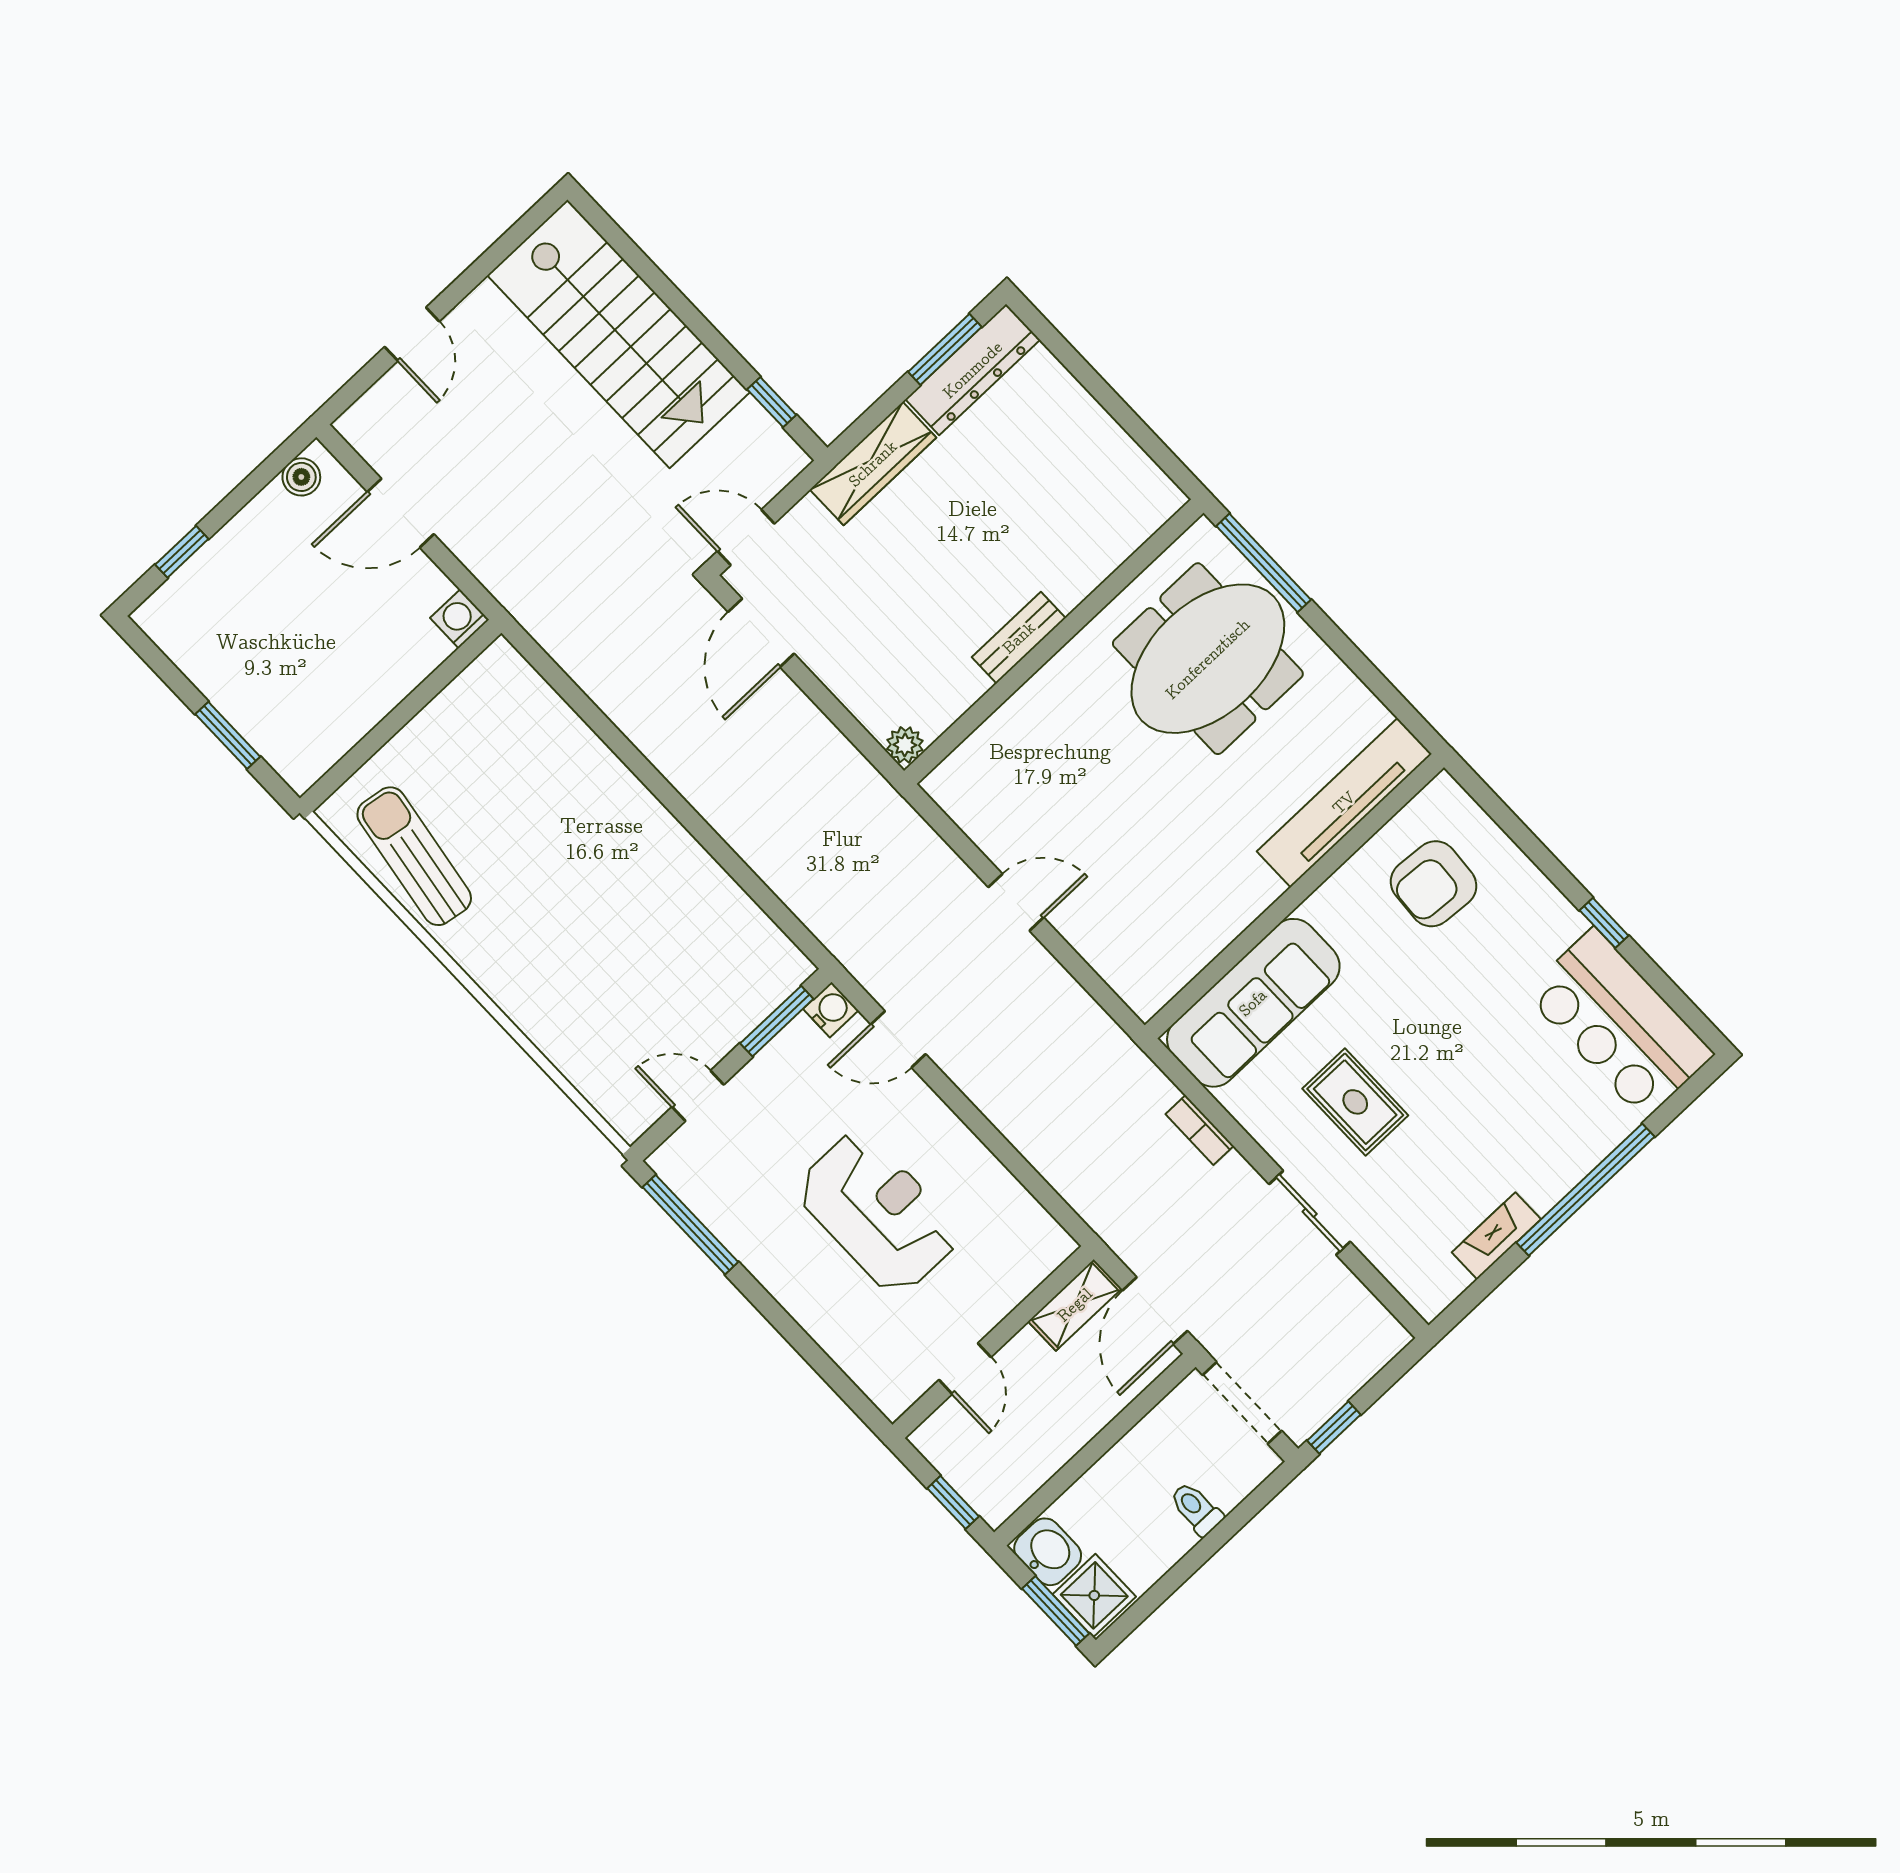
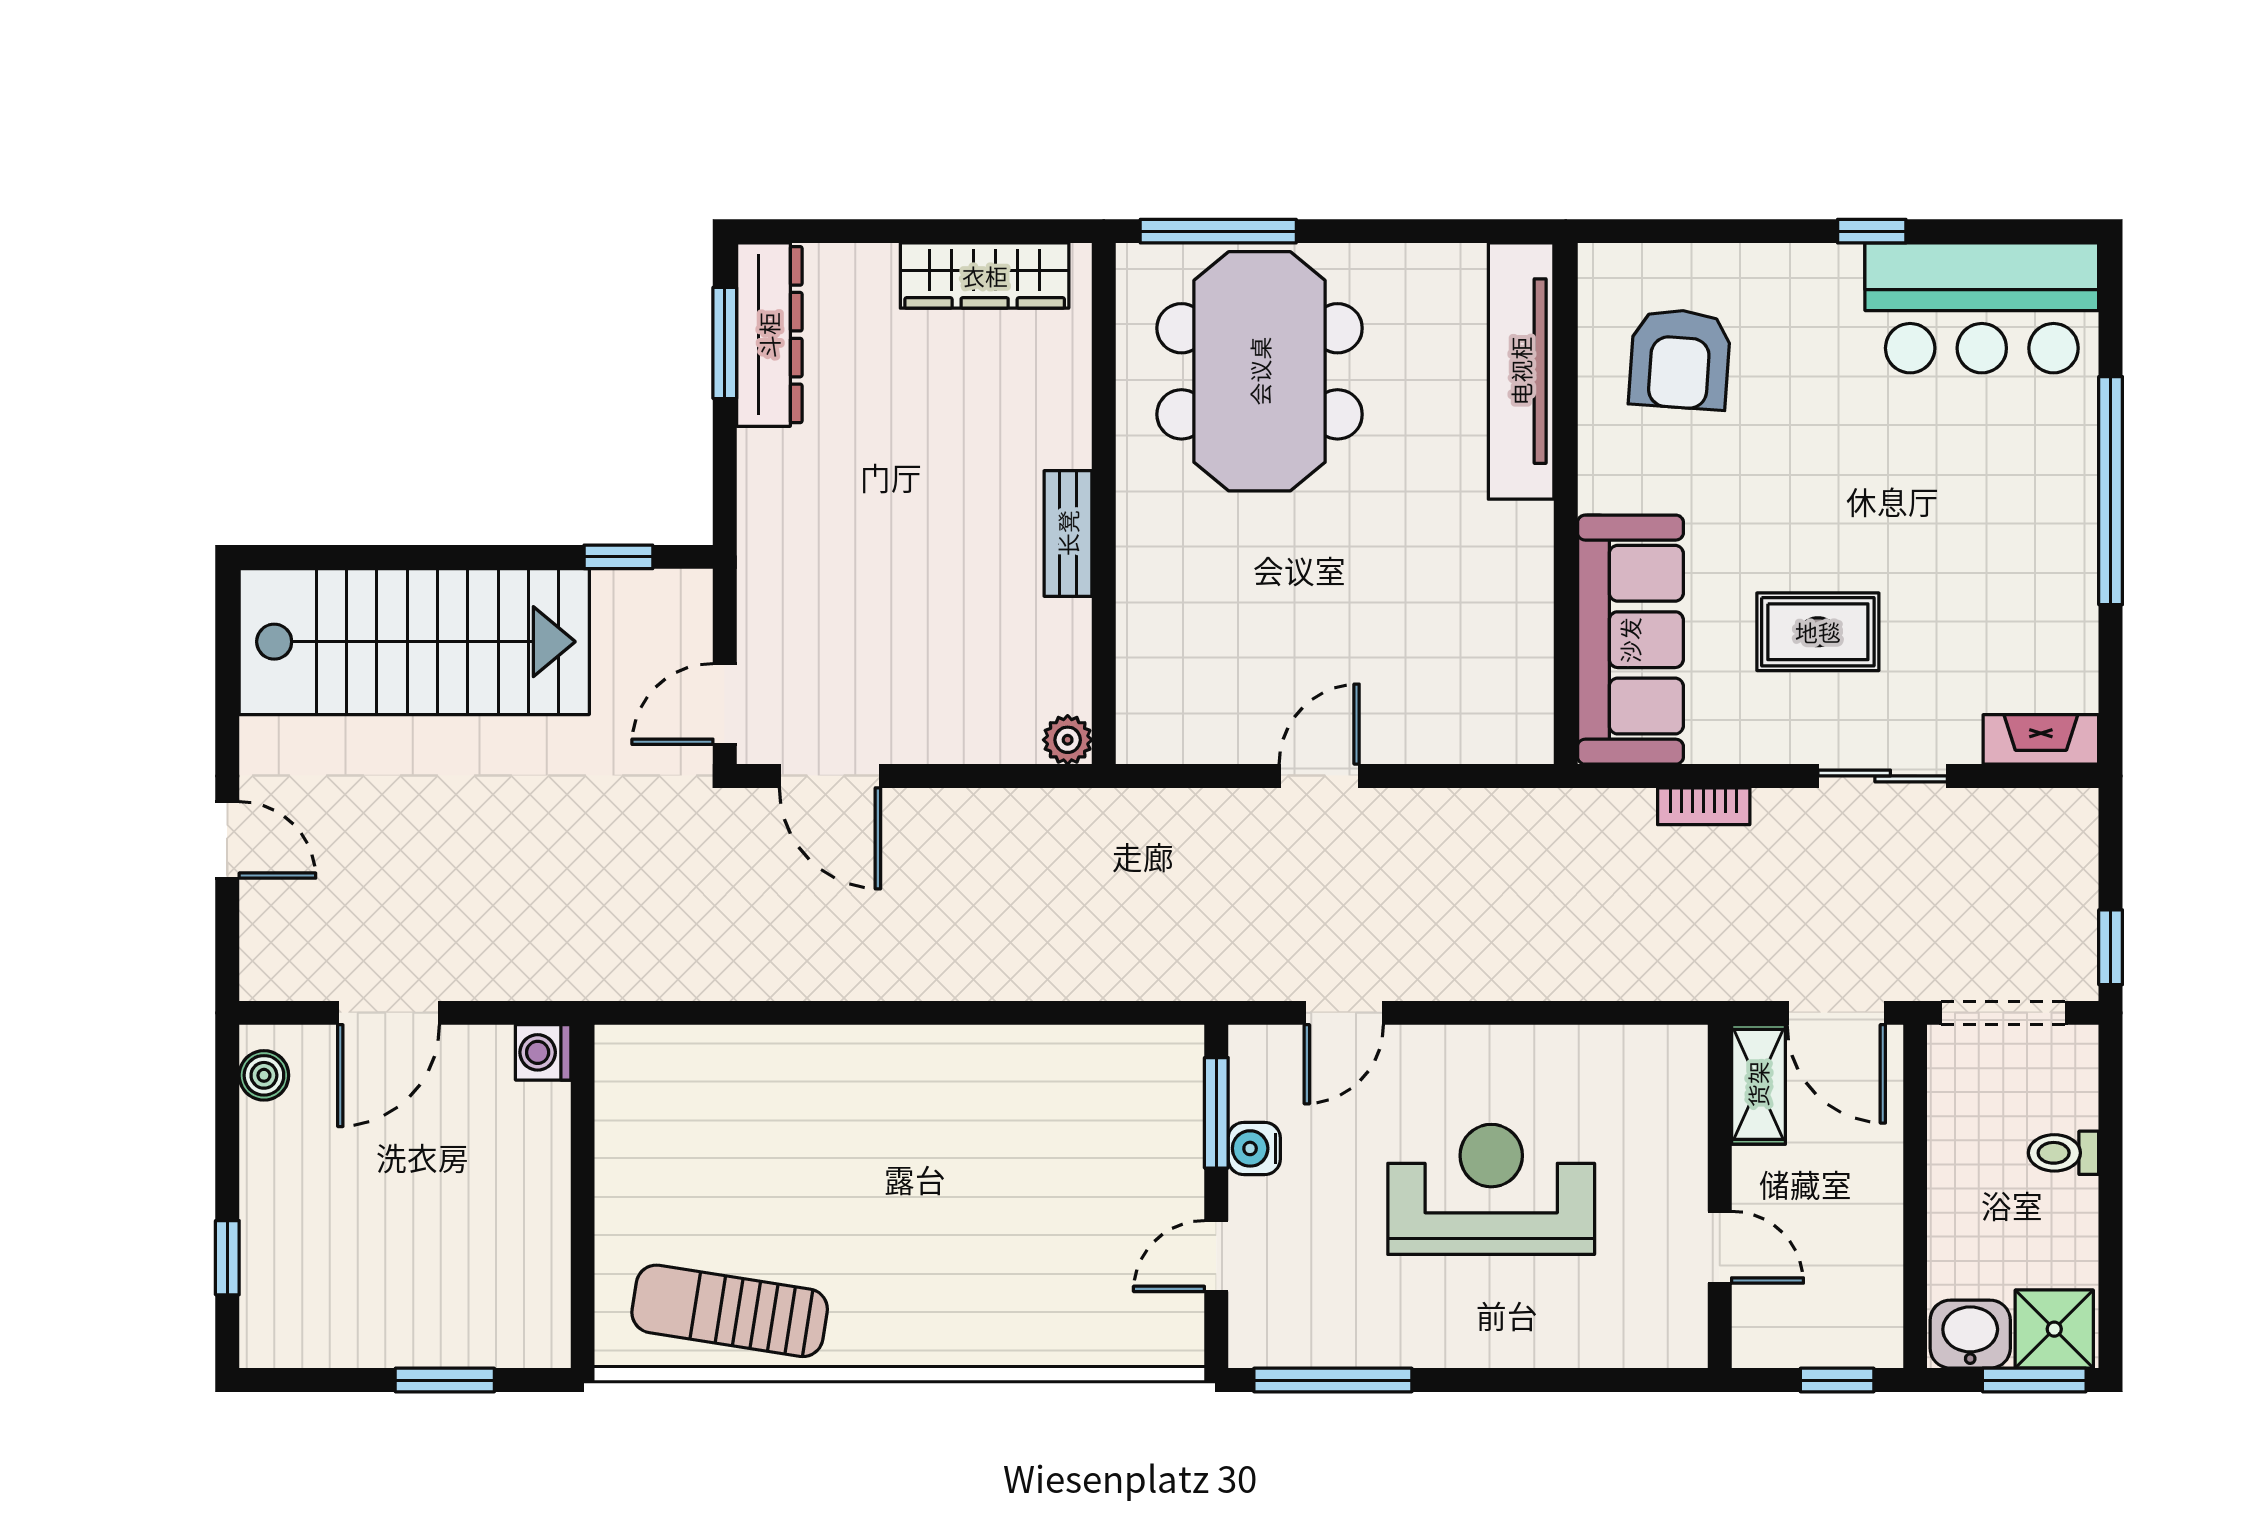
wardrobe: (873, 464) -> (985, 276), moved, turned 90
water cooler: (831, 1010) -> (1254, 1148), moved, turned -90
fireplace: (1496, 1236) -> (2041, 739), moved, turned 90

